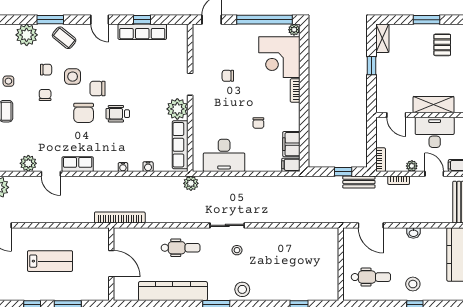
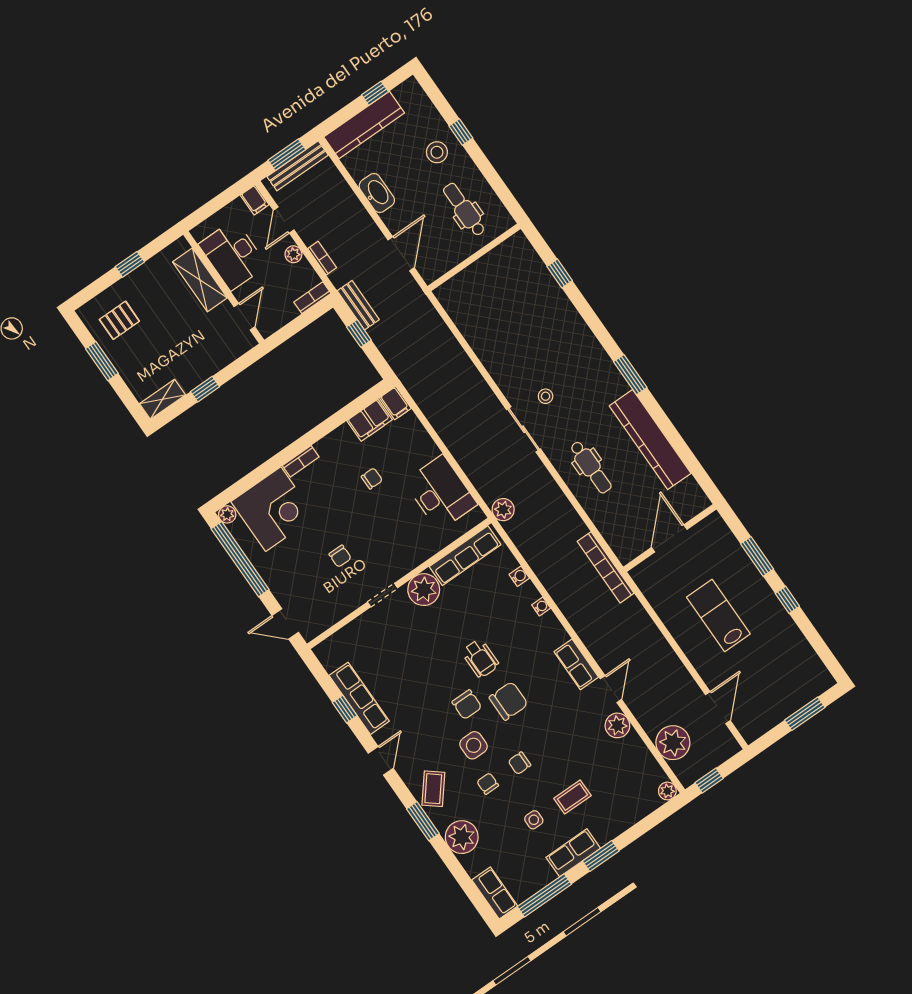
washbasin: (413, 233) -> (377, 193), width x1.91, depth x1.45
dental chair: (181, 248) -> (591, 467), turned 180
stool: (242, 289) -> (589, 356), removed

